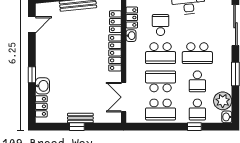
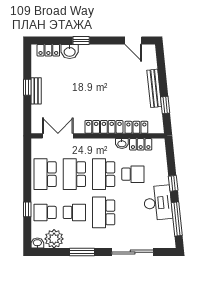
school desk: (161, 81) -> (74, 174), turned 180
school desk: (197, 81) -> (74, 212), turned 180

